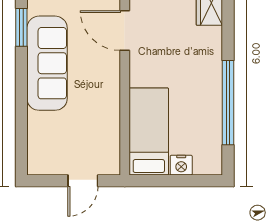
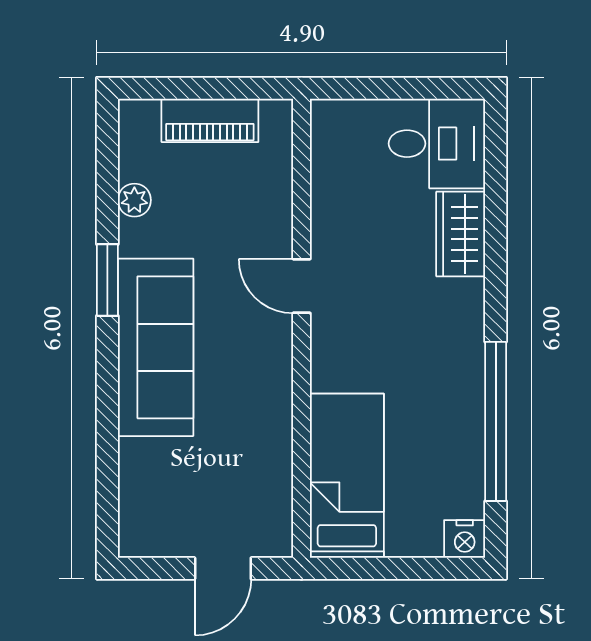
door: (125, 31) -> (302, 286), width x0.73
nightstand: (181, 165) -> (465, 539), moved

